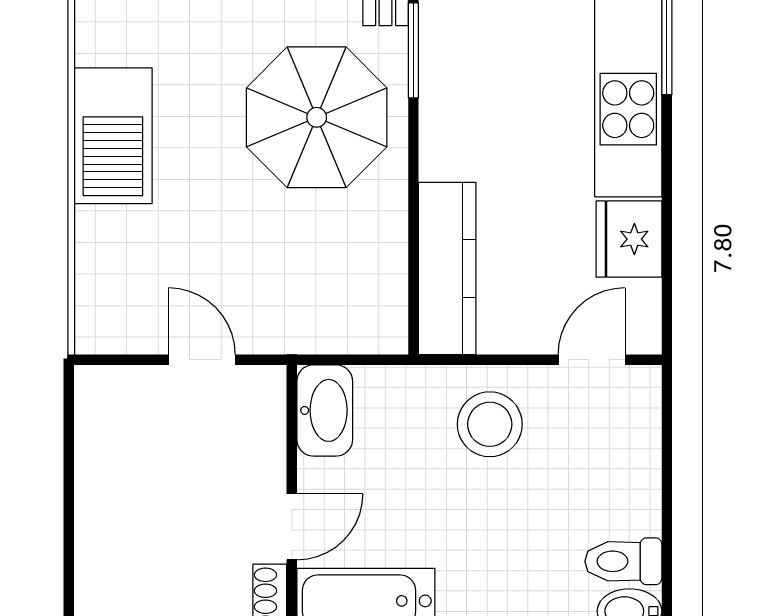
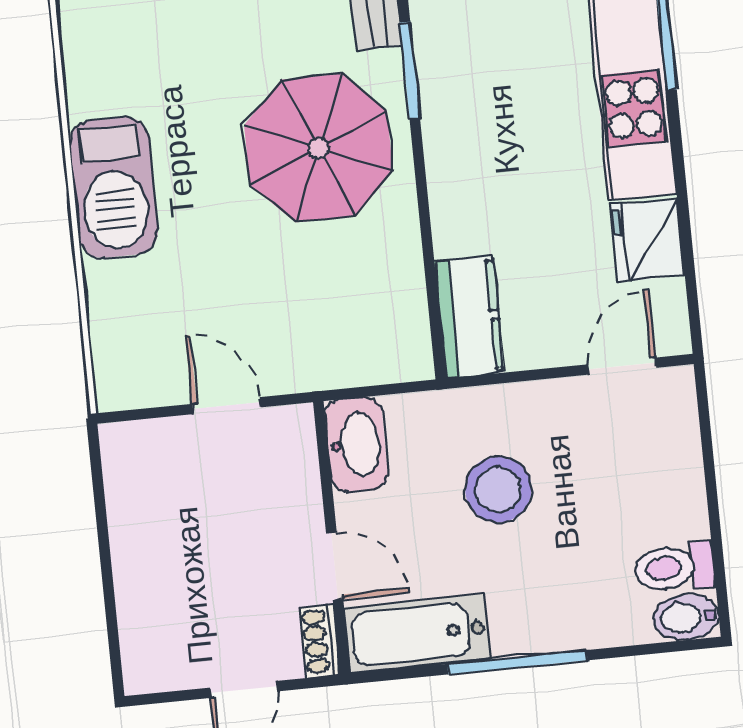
kitchen counter: (447, 268) -> (469, 317), width x0.67
stool: (490, 424) -> (498, 489), moved
door: (292, 527) -> (335, 566), hinge flipped

